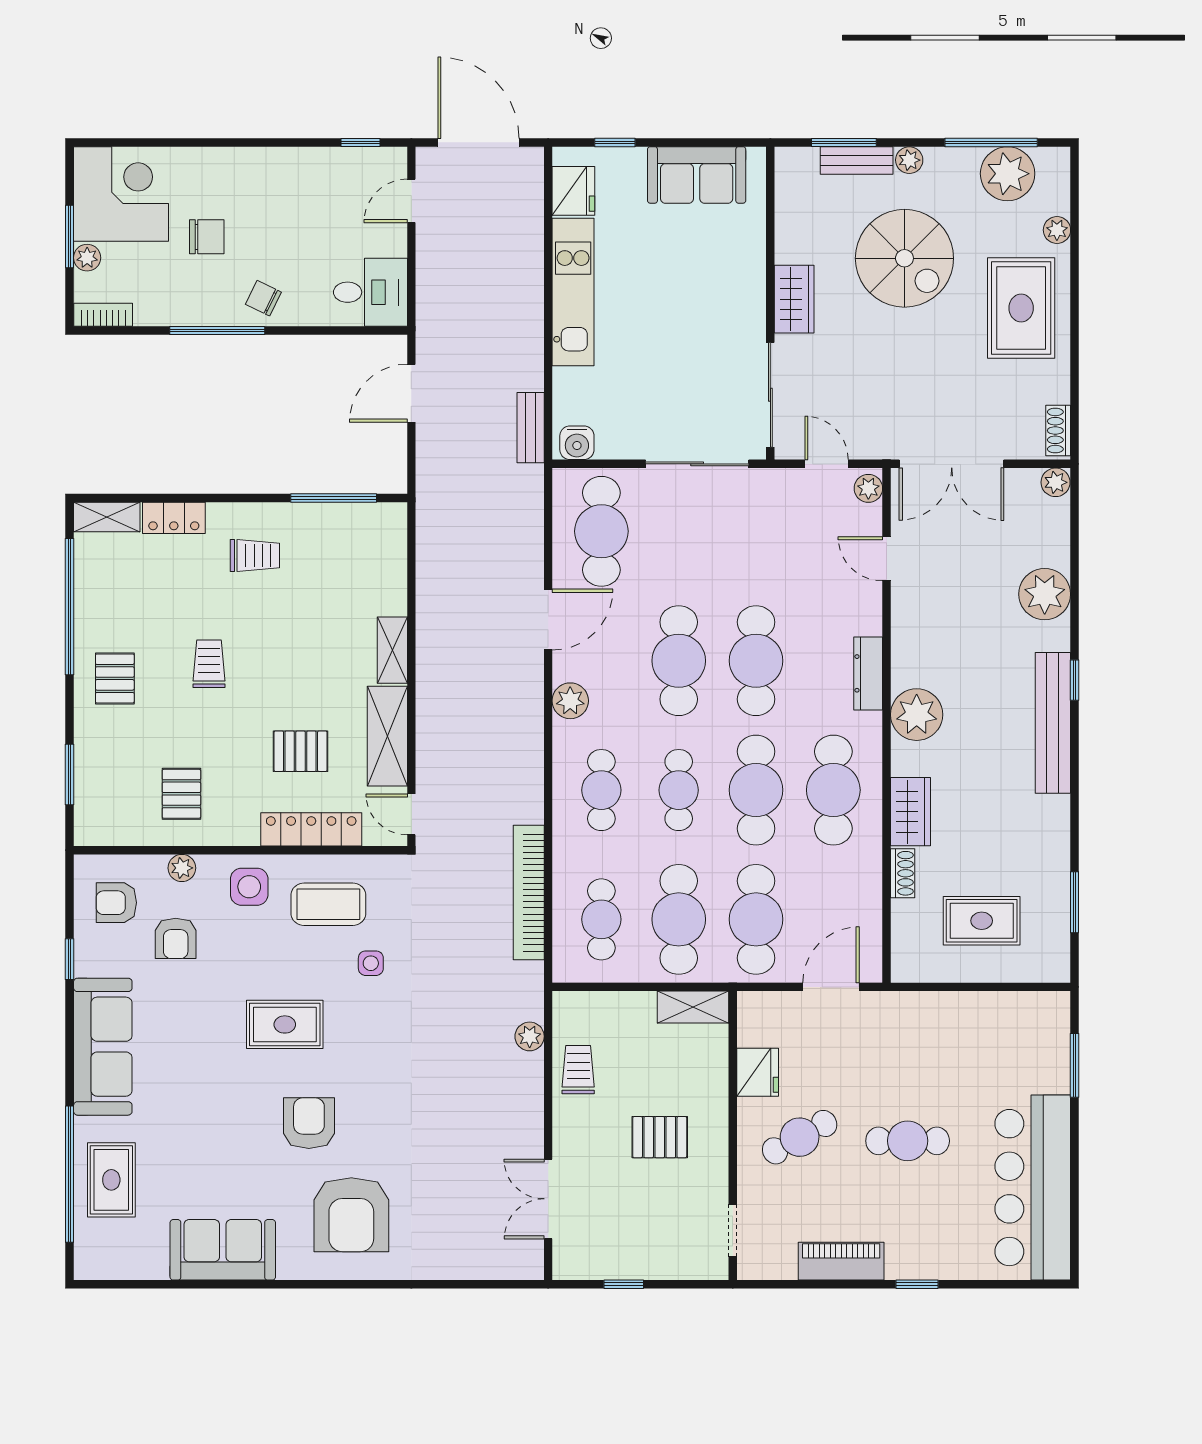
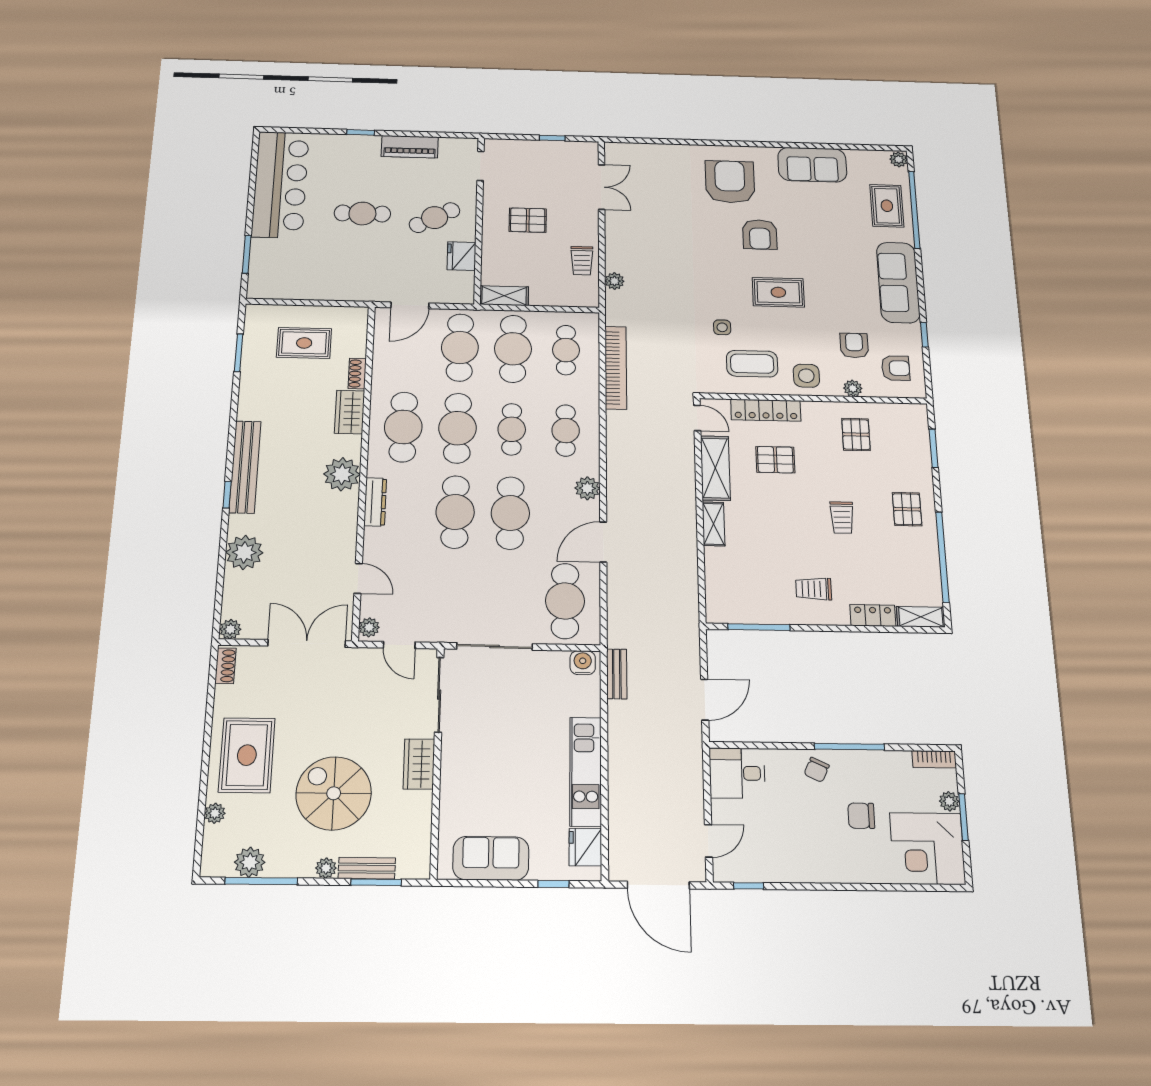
plant: (1008, 174) -> (250, 862), width x0.73, depth x0.73
chair: (263, 298) -> (817, 770), turned 89
plant: (88, 1264) -> (899, 159), added

